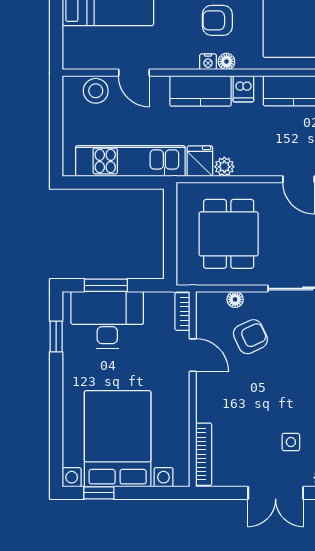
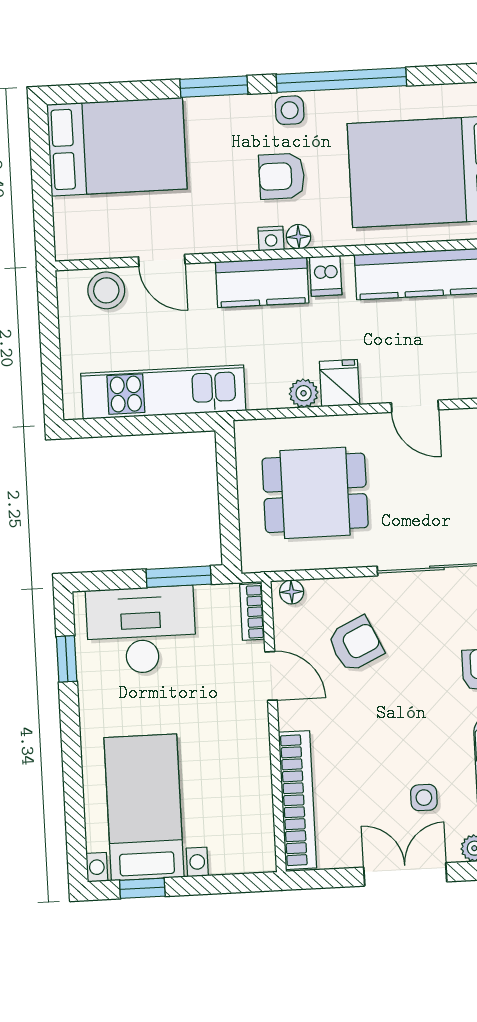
fridge: (200, 161) -> (340, 383), moved
dining table: (229, 234) -> (315, 493), turned 90
window: (106, 285) -> (179, 577), moved
floor lamp: (235, 299) -> (292, 592), moved
bed with nightstands: (118, 439) -> (144, 807), width x0.73
bookcase: (204, 454) -> (298, 800), width x1.48, depth x1.31
double door: (276, 493) -> (405, 874), swing flipped

